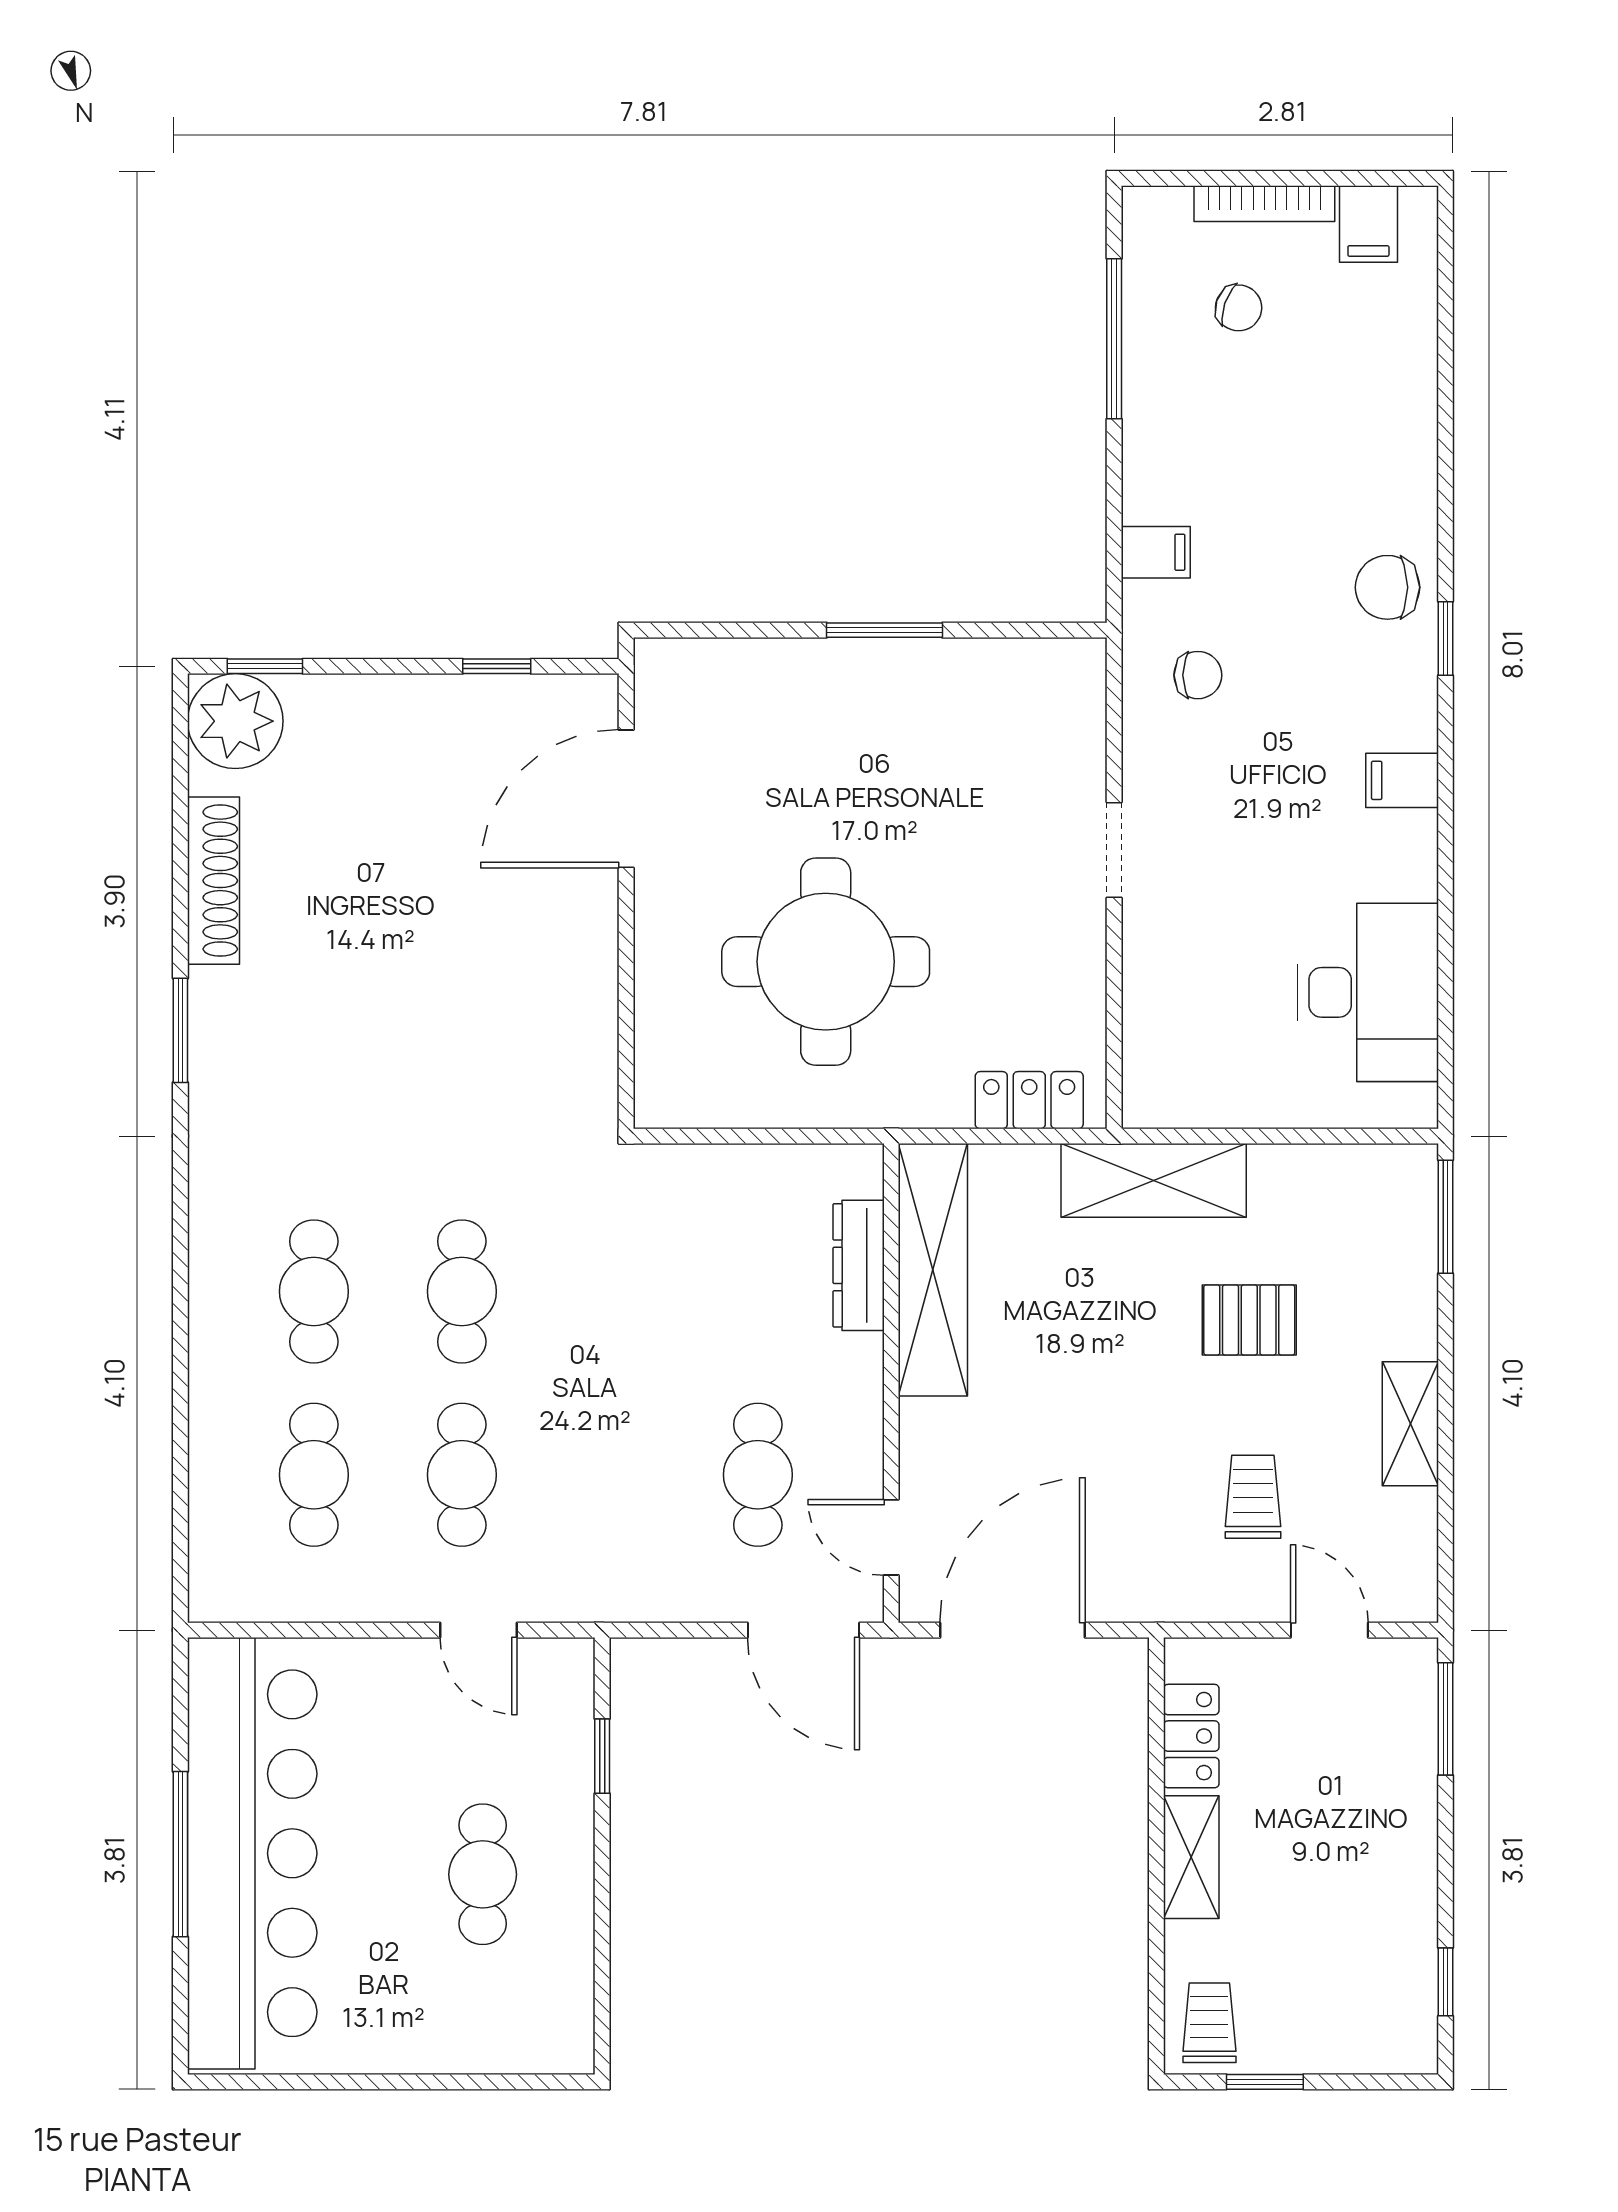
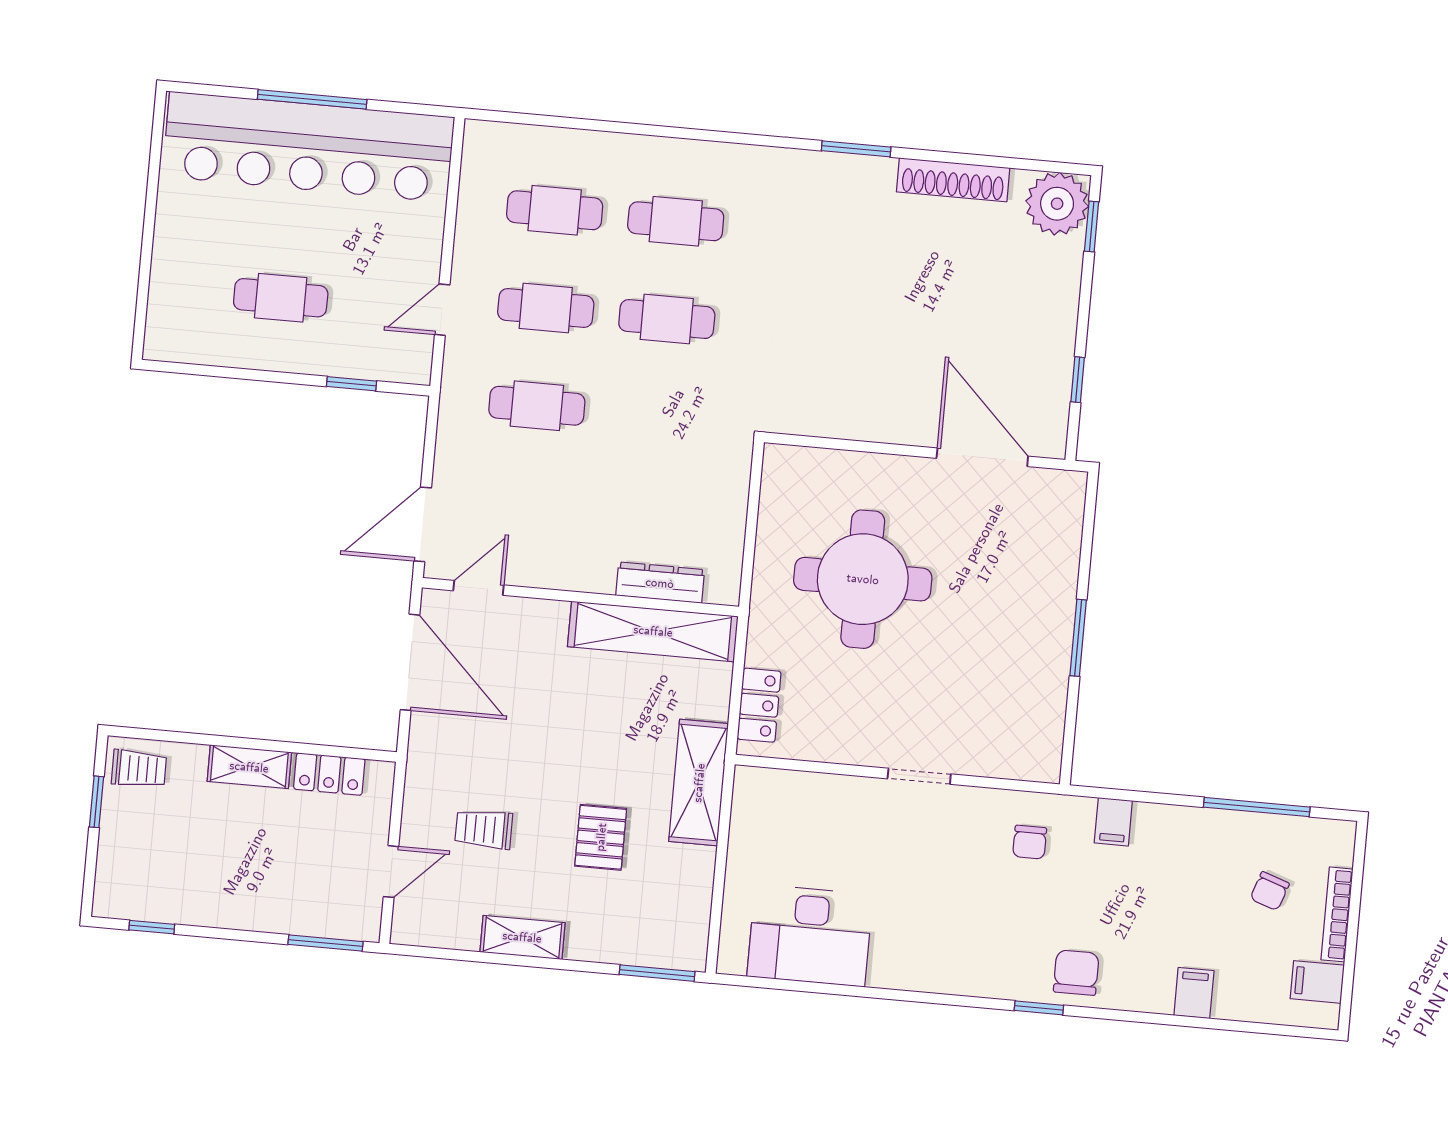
filing cabinet: (1402, 780) -> (1194, 993), moved
cafe table: (758, 1475) -> (537, 406), moved
trolley: (1253, 1497) -> (484, 829), turned 180

